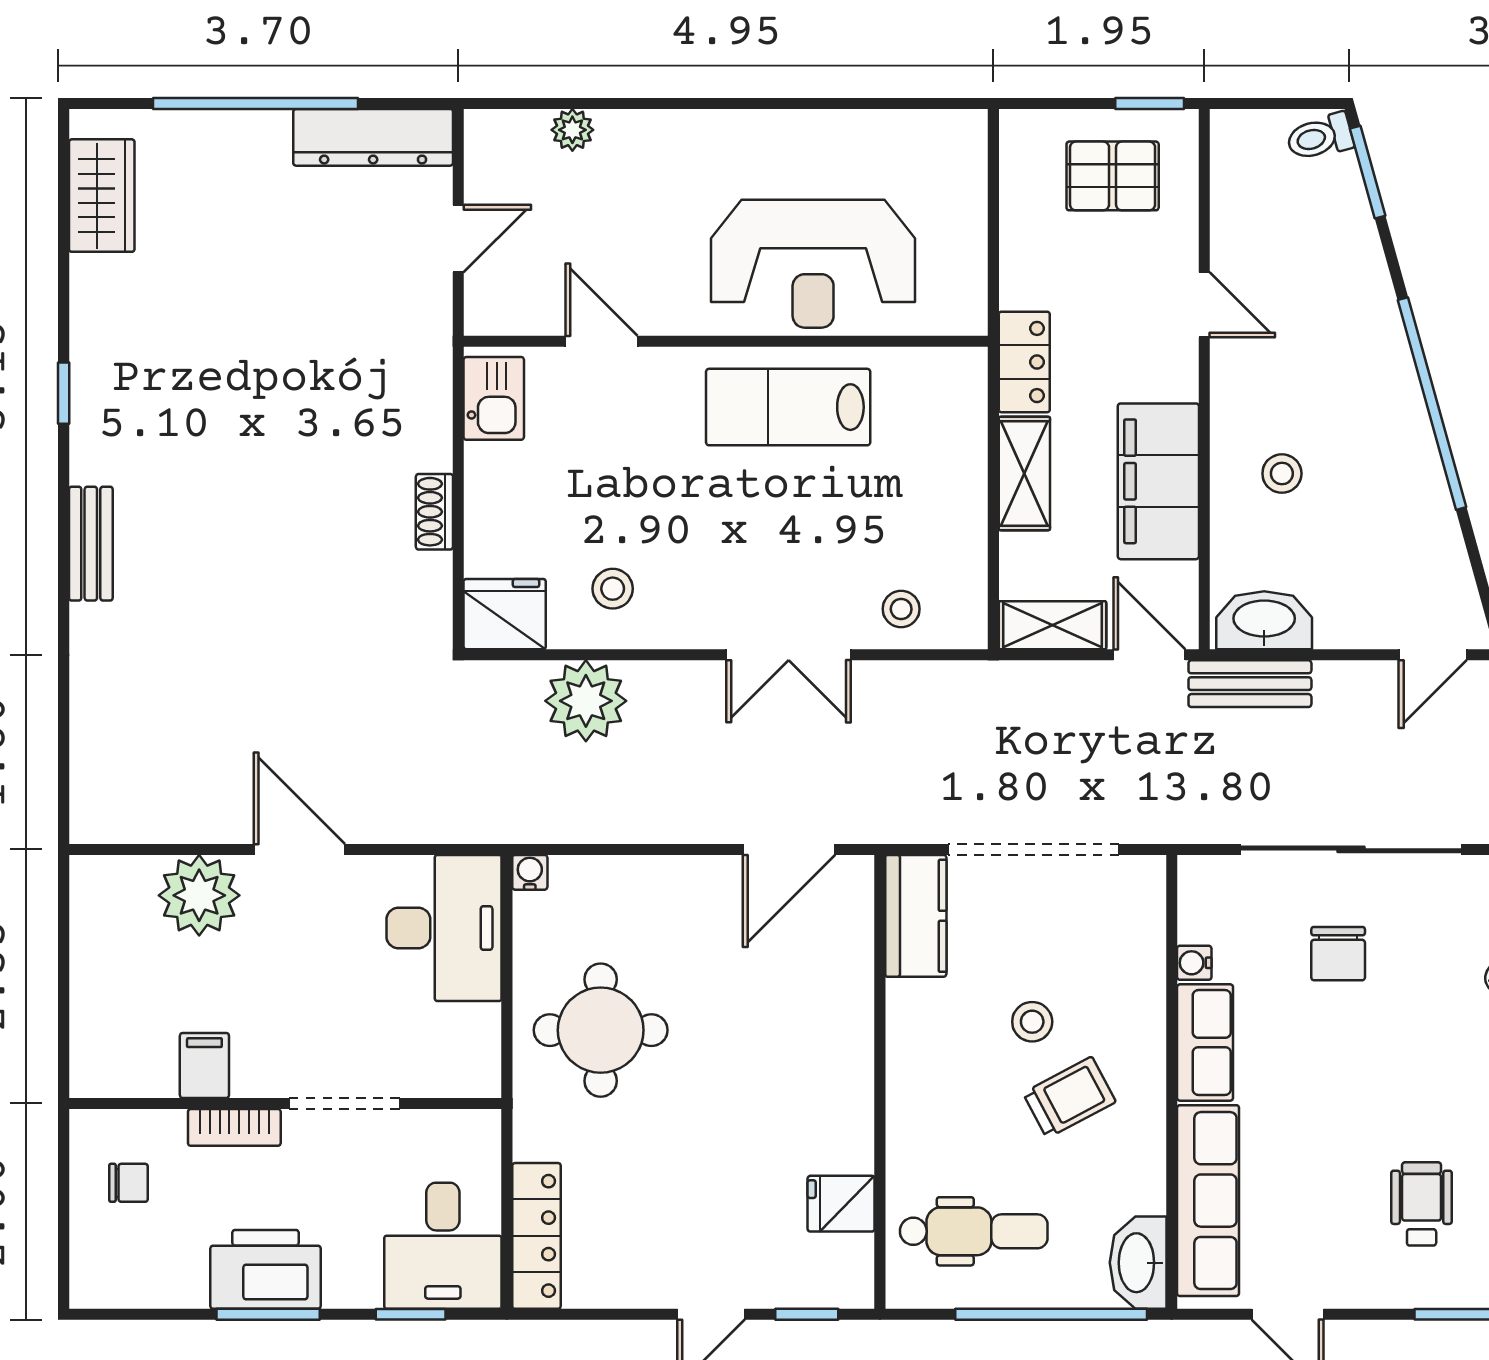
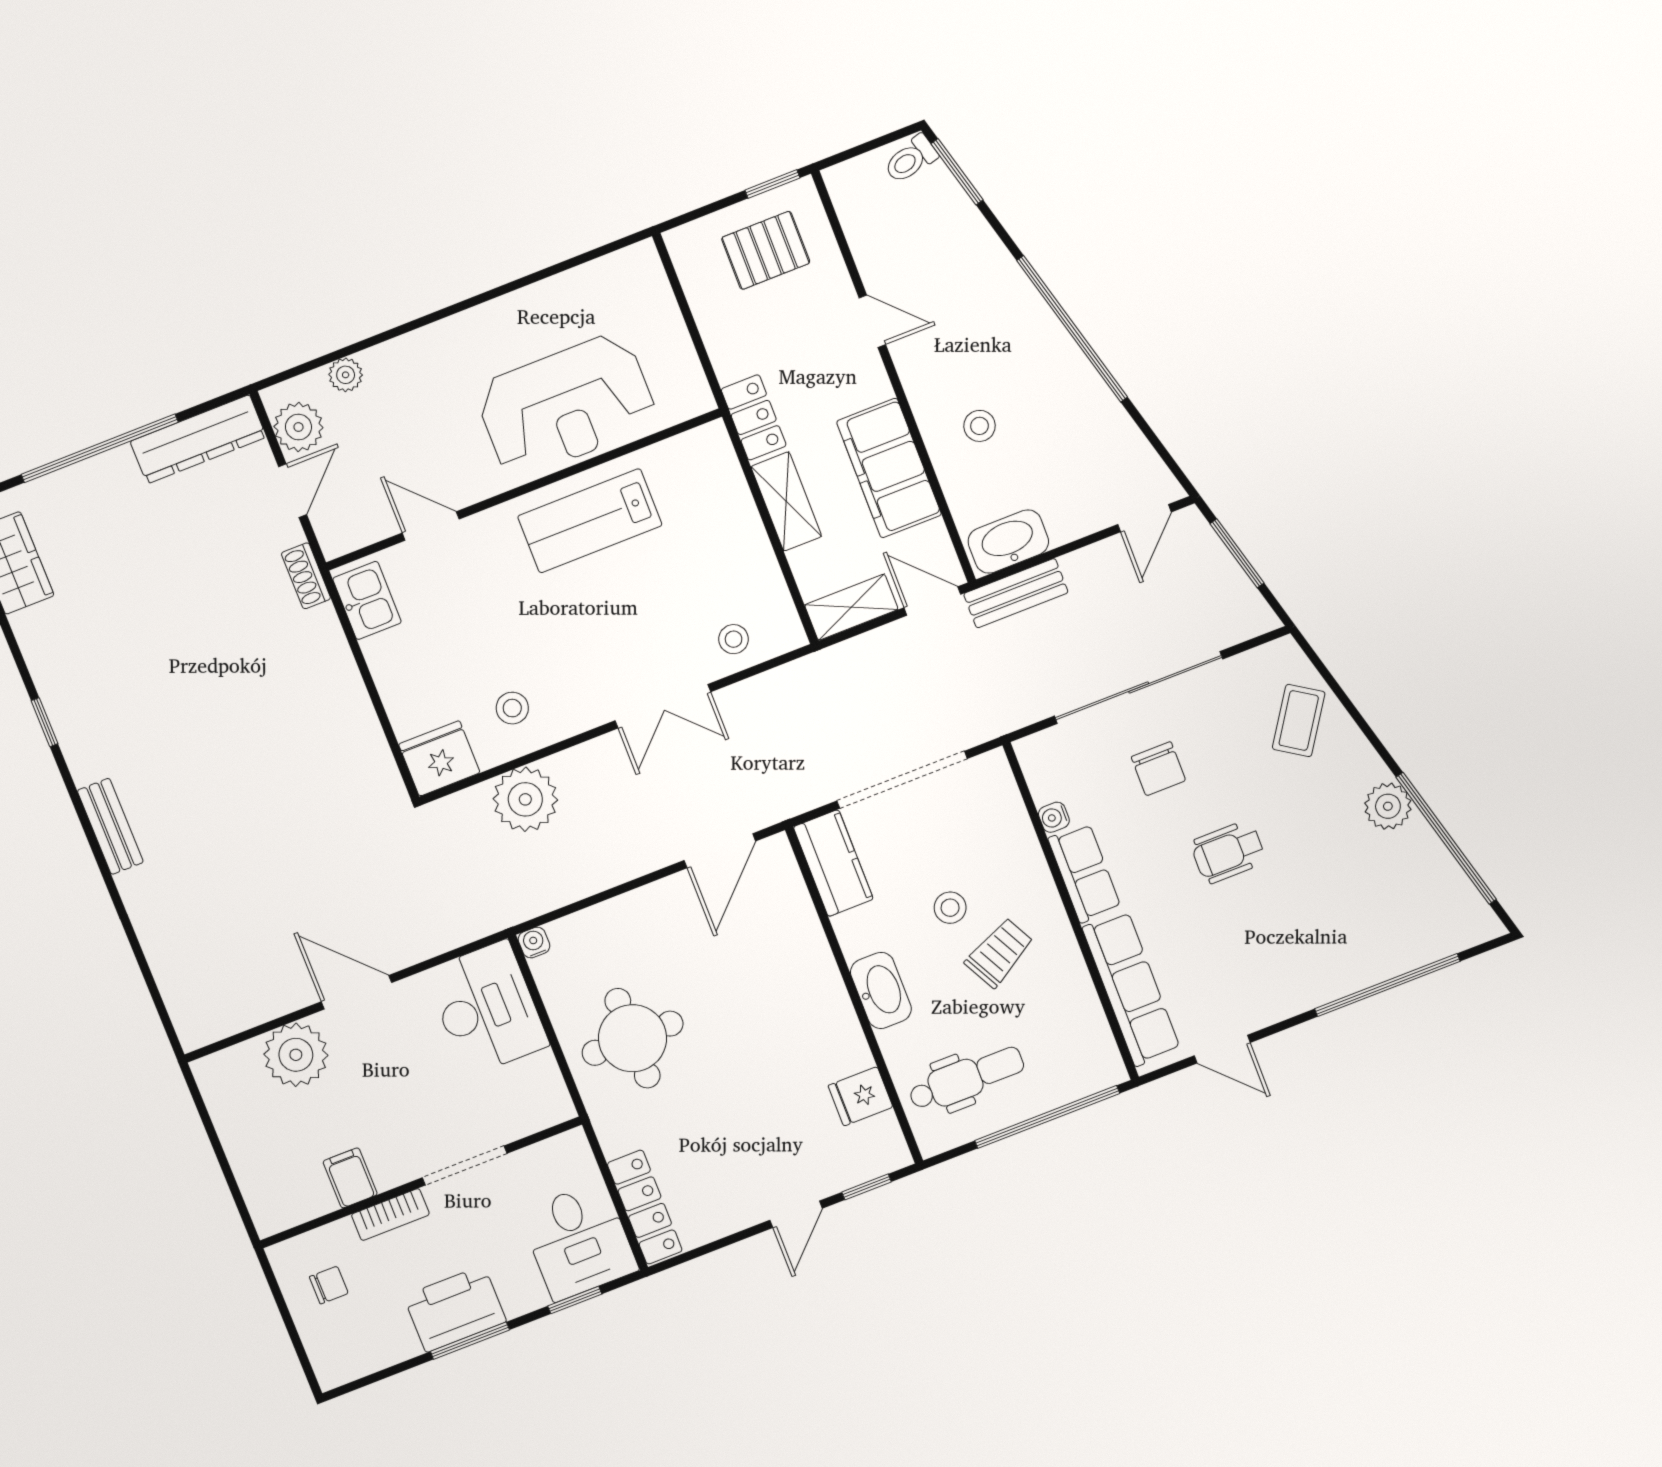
plant: (494, 168) -> (298, 427), added
shoe rack: (434, 512) -> (306, 576), moved
wheelchair: (1422, 1204) -> (1228, 852), moved, turned -90
washbasin: (1138, 1263) -> (881, 990), moved, turned 180

